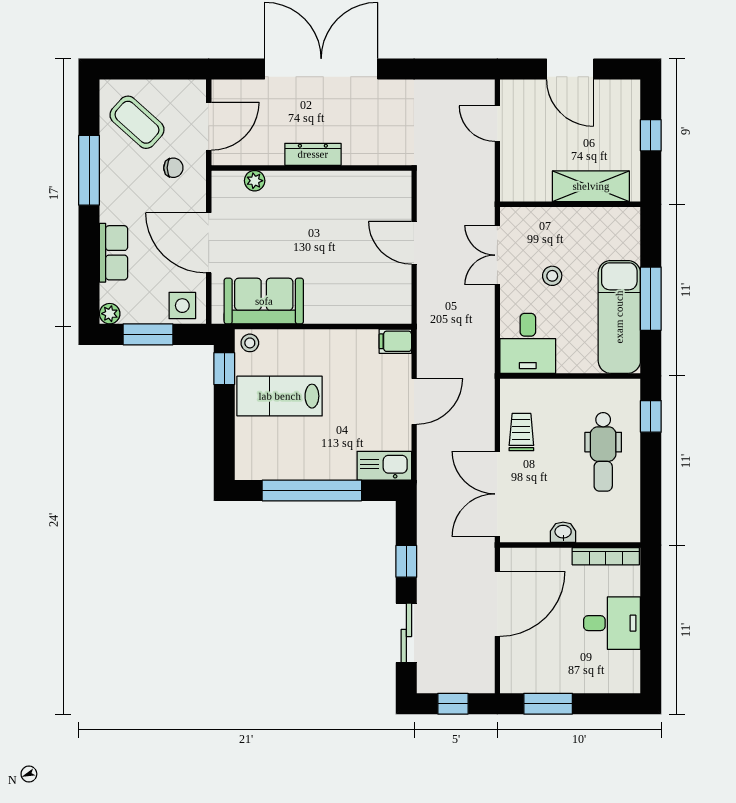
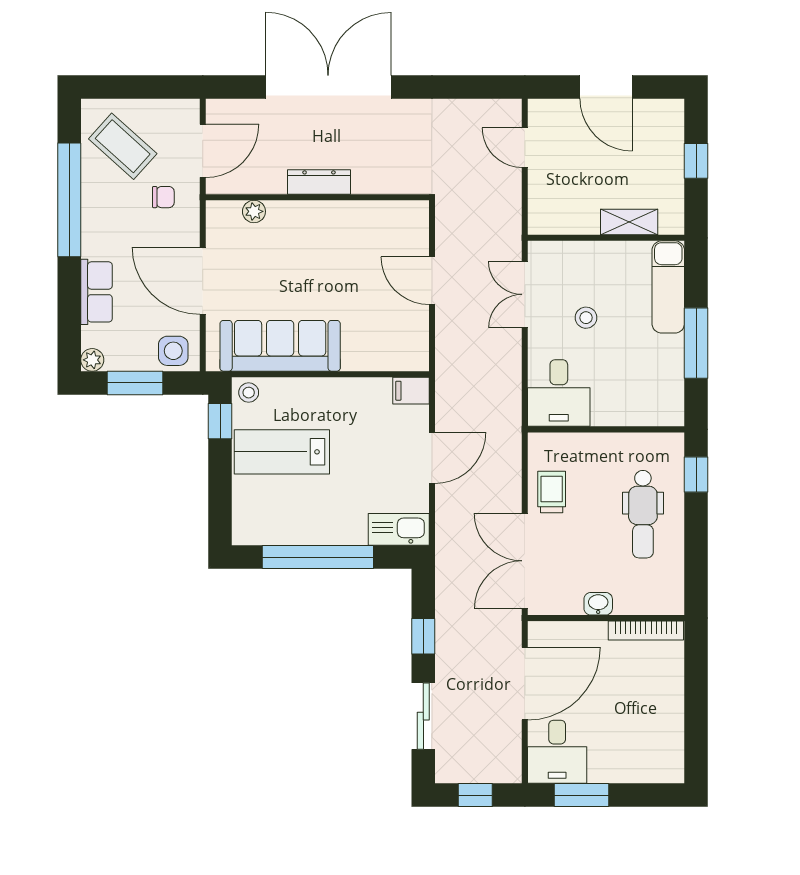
window: (89, 170) -> (69, 200), width x1.46
shelving: (591, 186) -> (629, 222), width x0.67, depth x0.75
sofa: (264, 301) -> (280, 346), width x1.36
exam couch: (619, 317) -> (668, 287), moved, width x0.73, depth x0.69
desk: (612, 623) -> (557, 752), moved, turned 90

